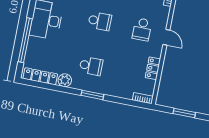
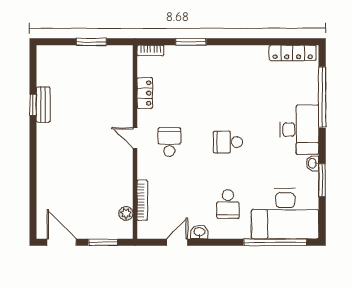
school desk: (91, 66) -> (228, 80), removed
plant: (65, 80) -> (259, 54), removed
window: (92, 95) -> (191, 42), moved

